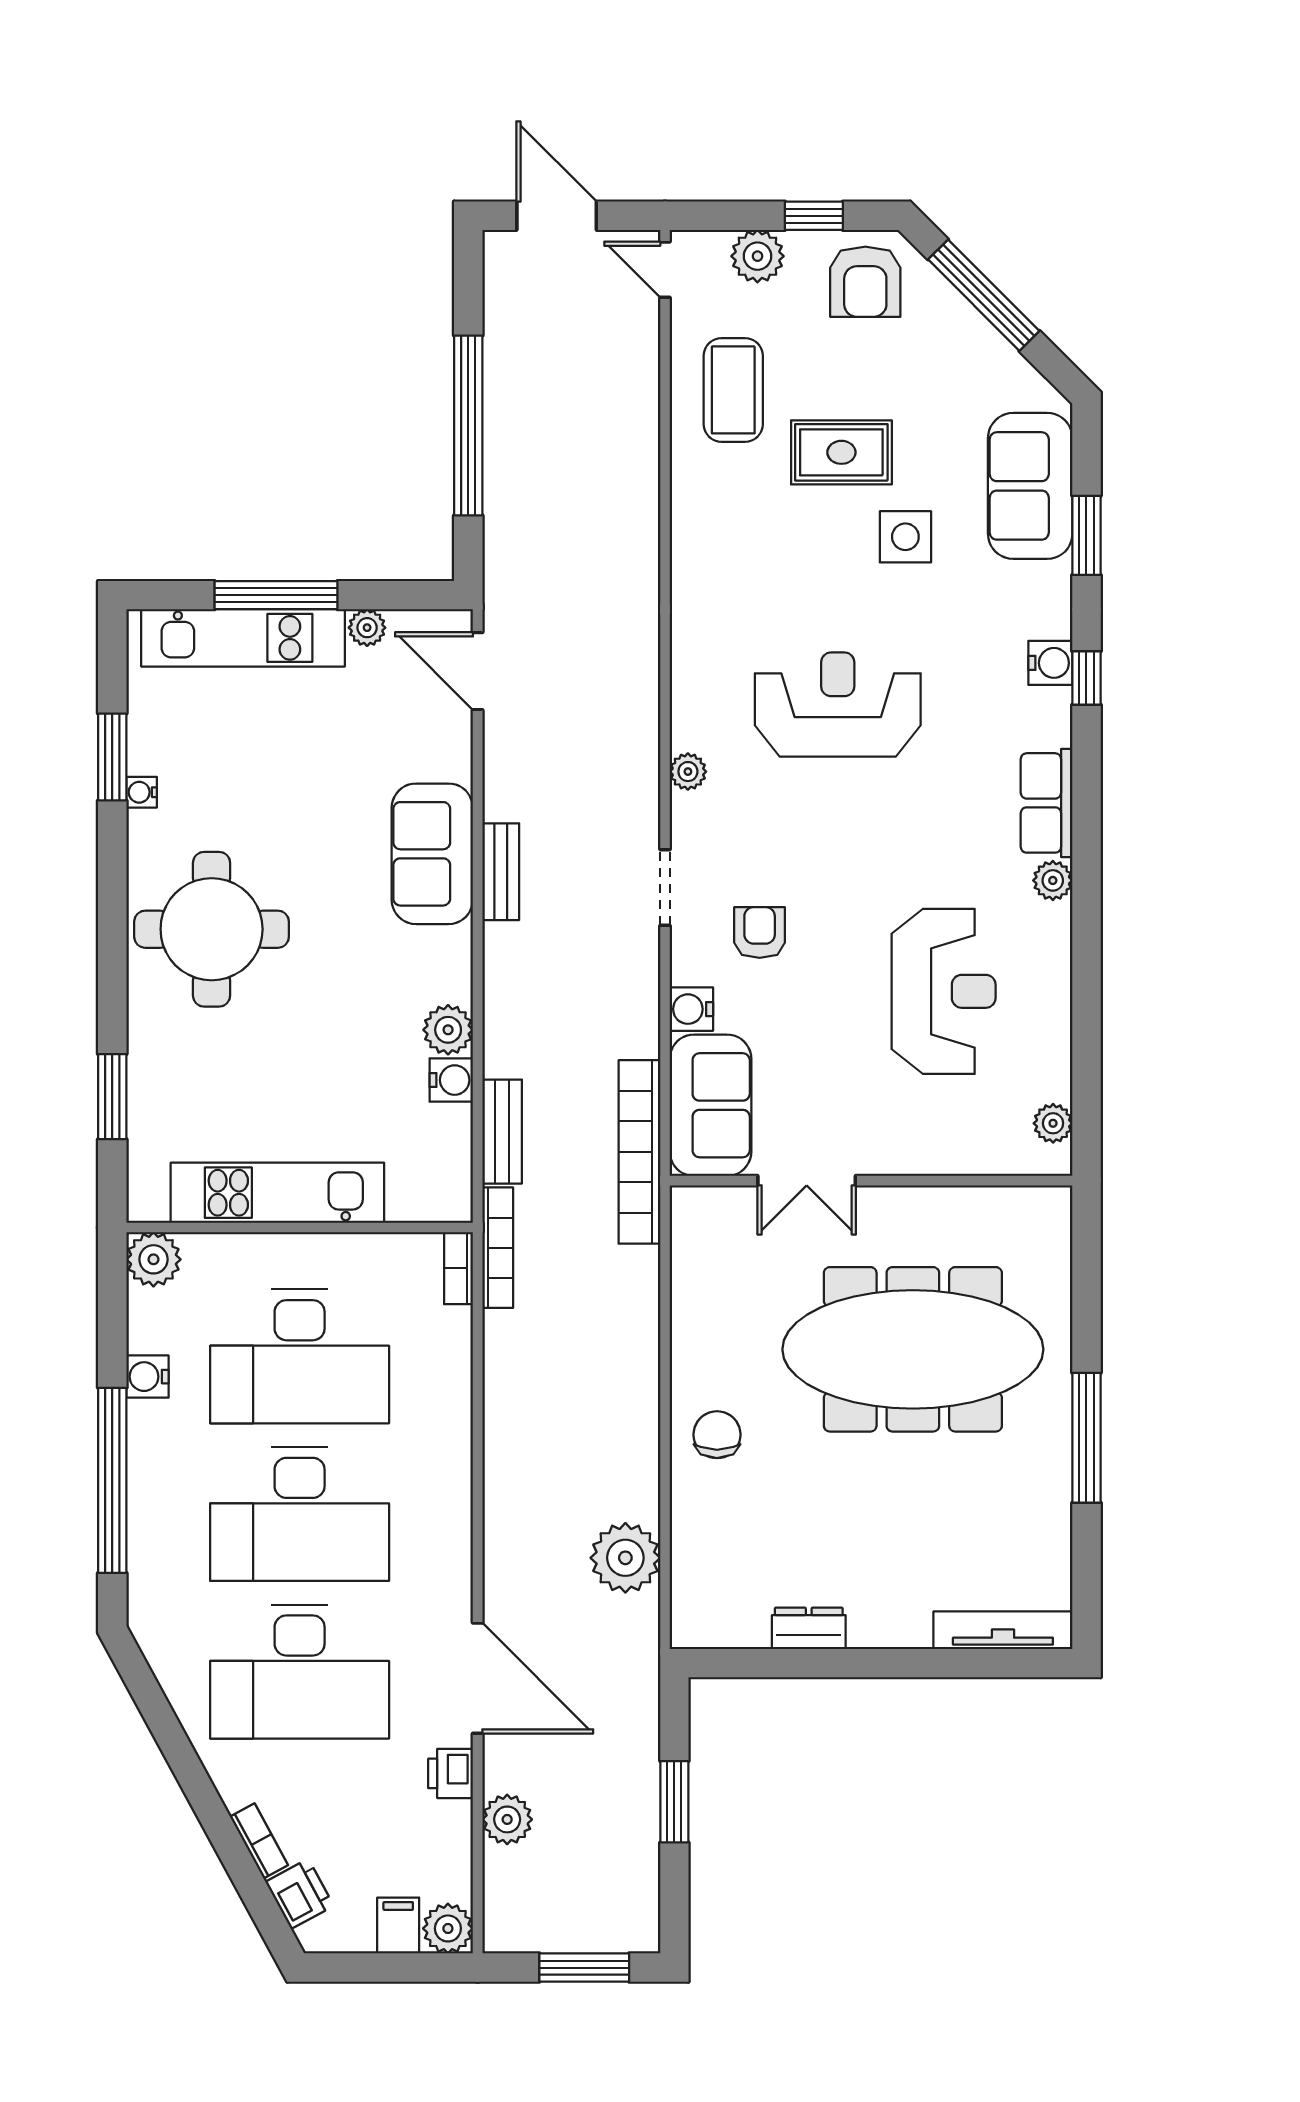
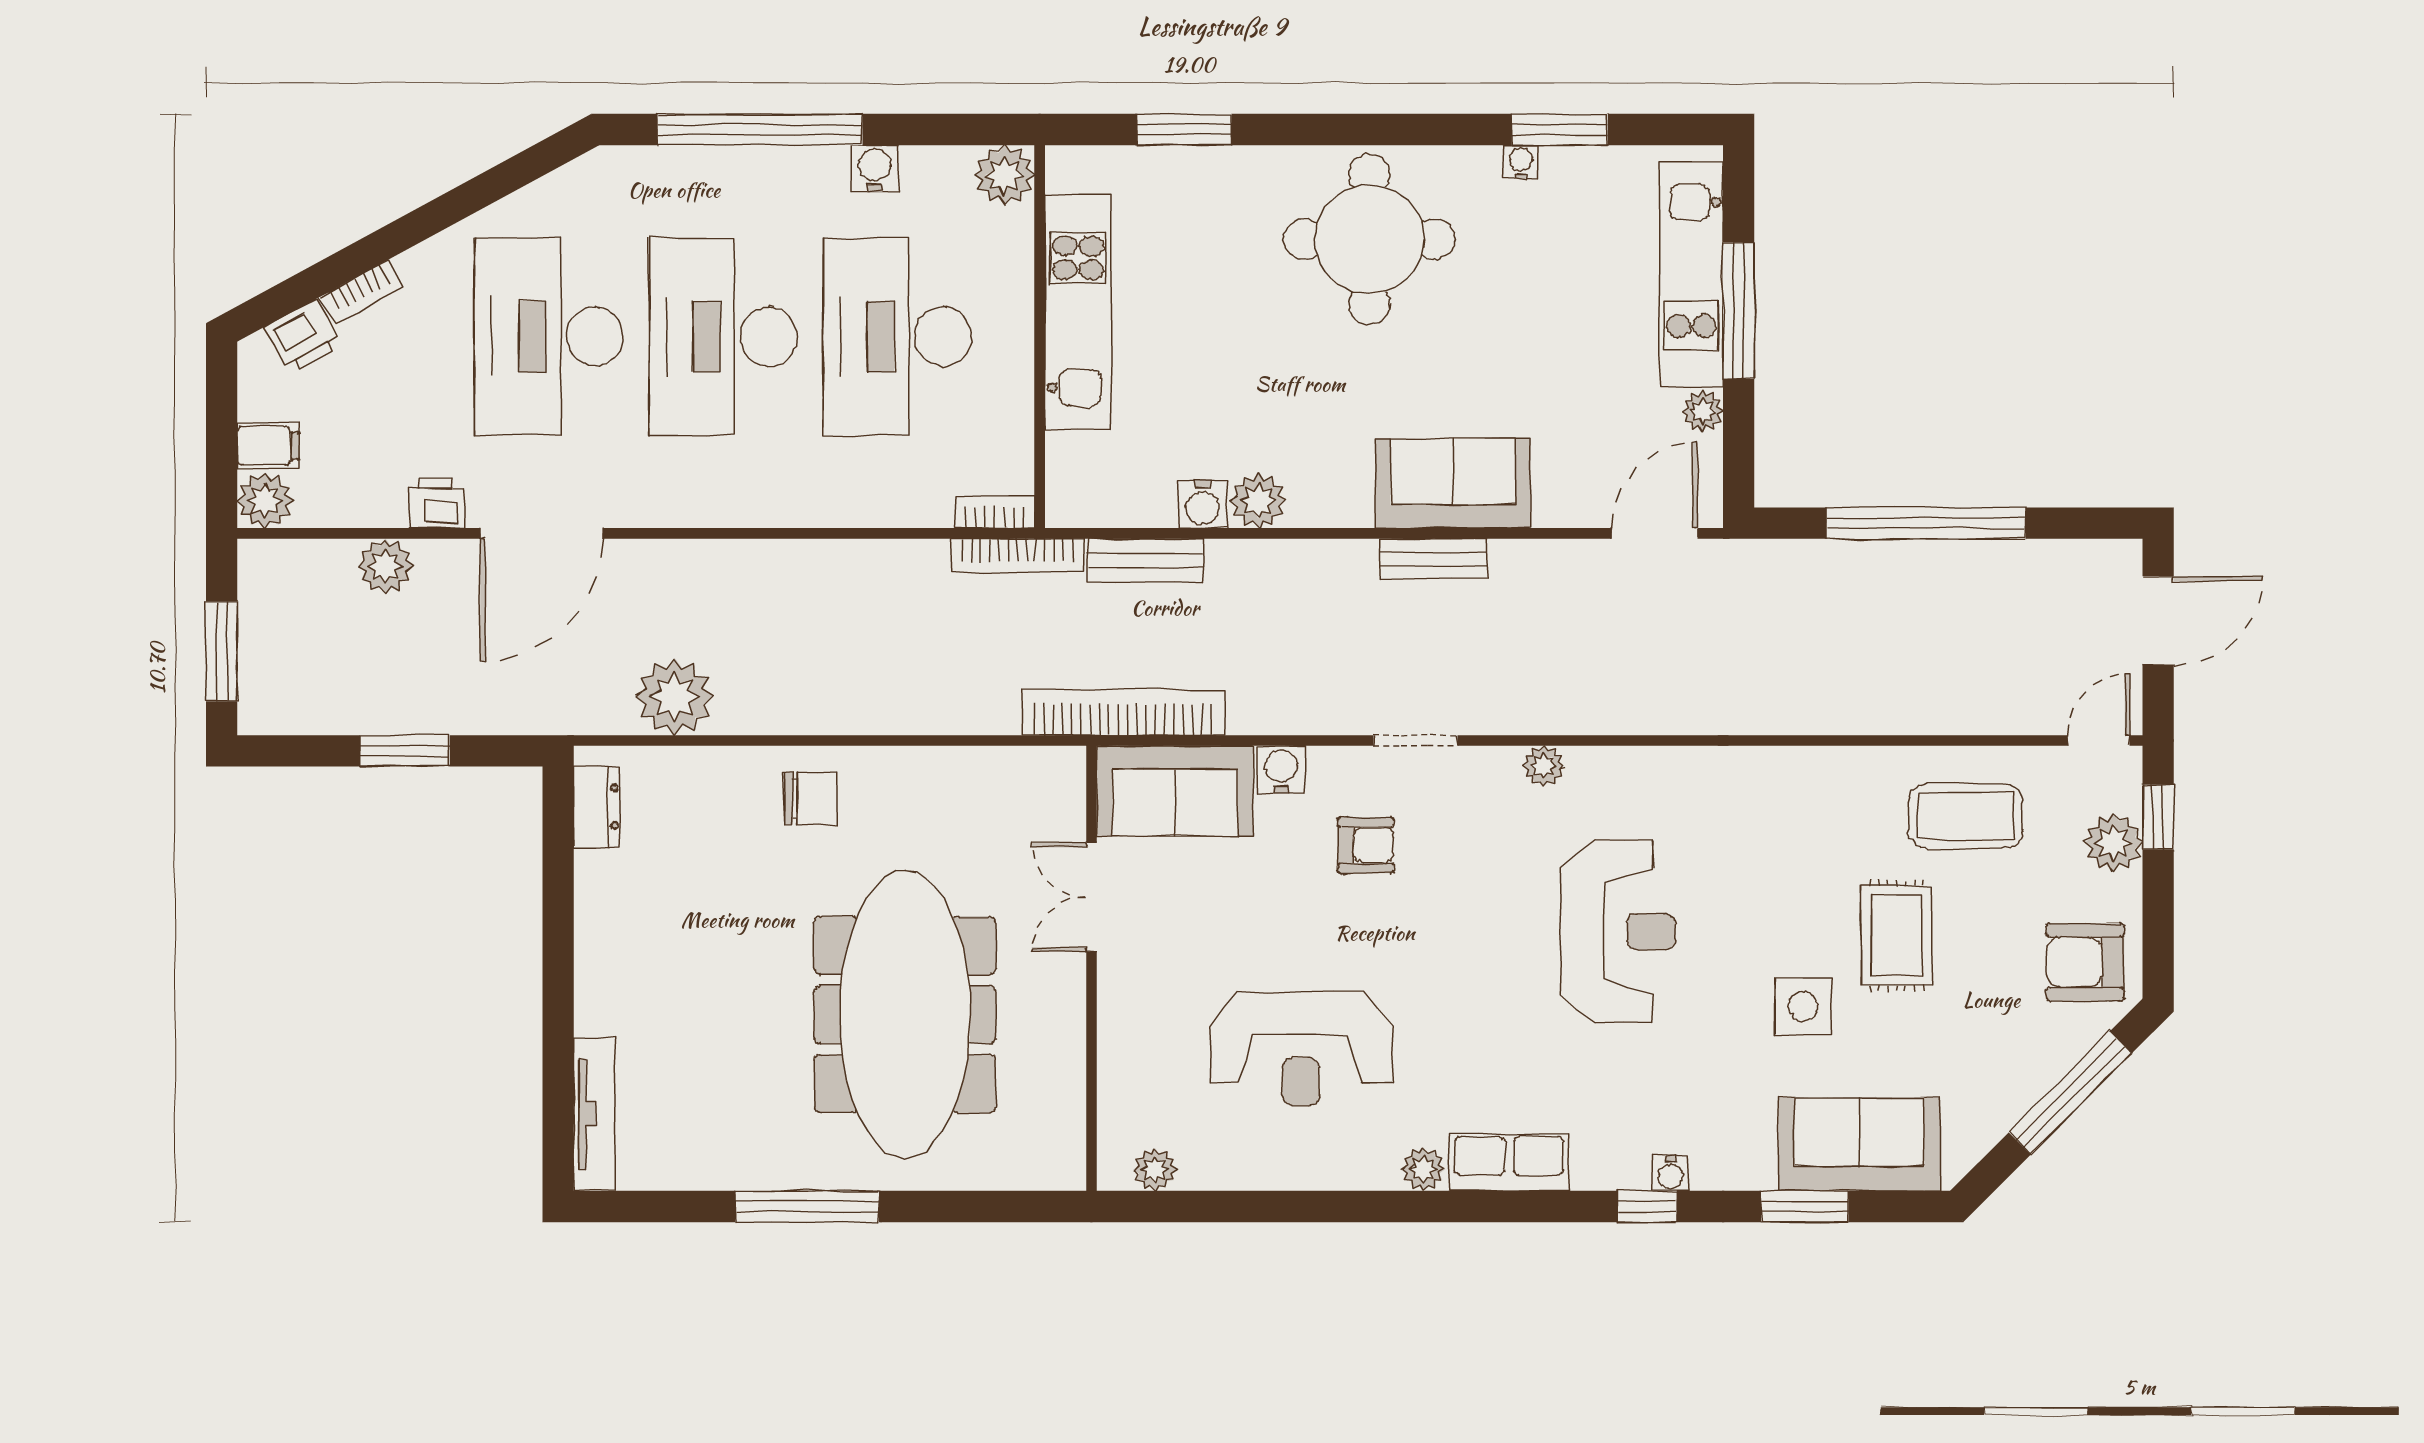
window: (814, 216) -> (2158, 817), moved
water cooler: (1050, 663) -> (1671, 1173), width x0.72, depth x0.72
dresser: (809, 1628) -> (597, 807), moved

